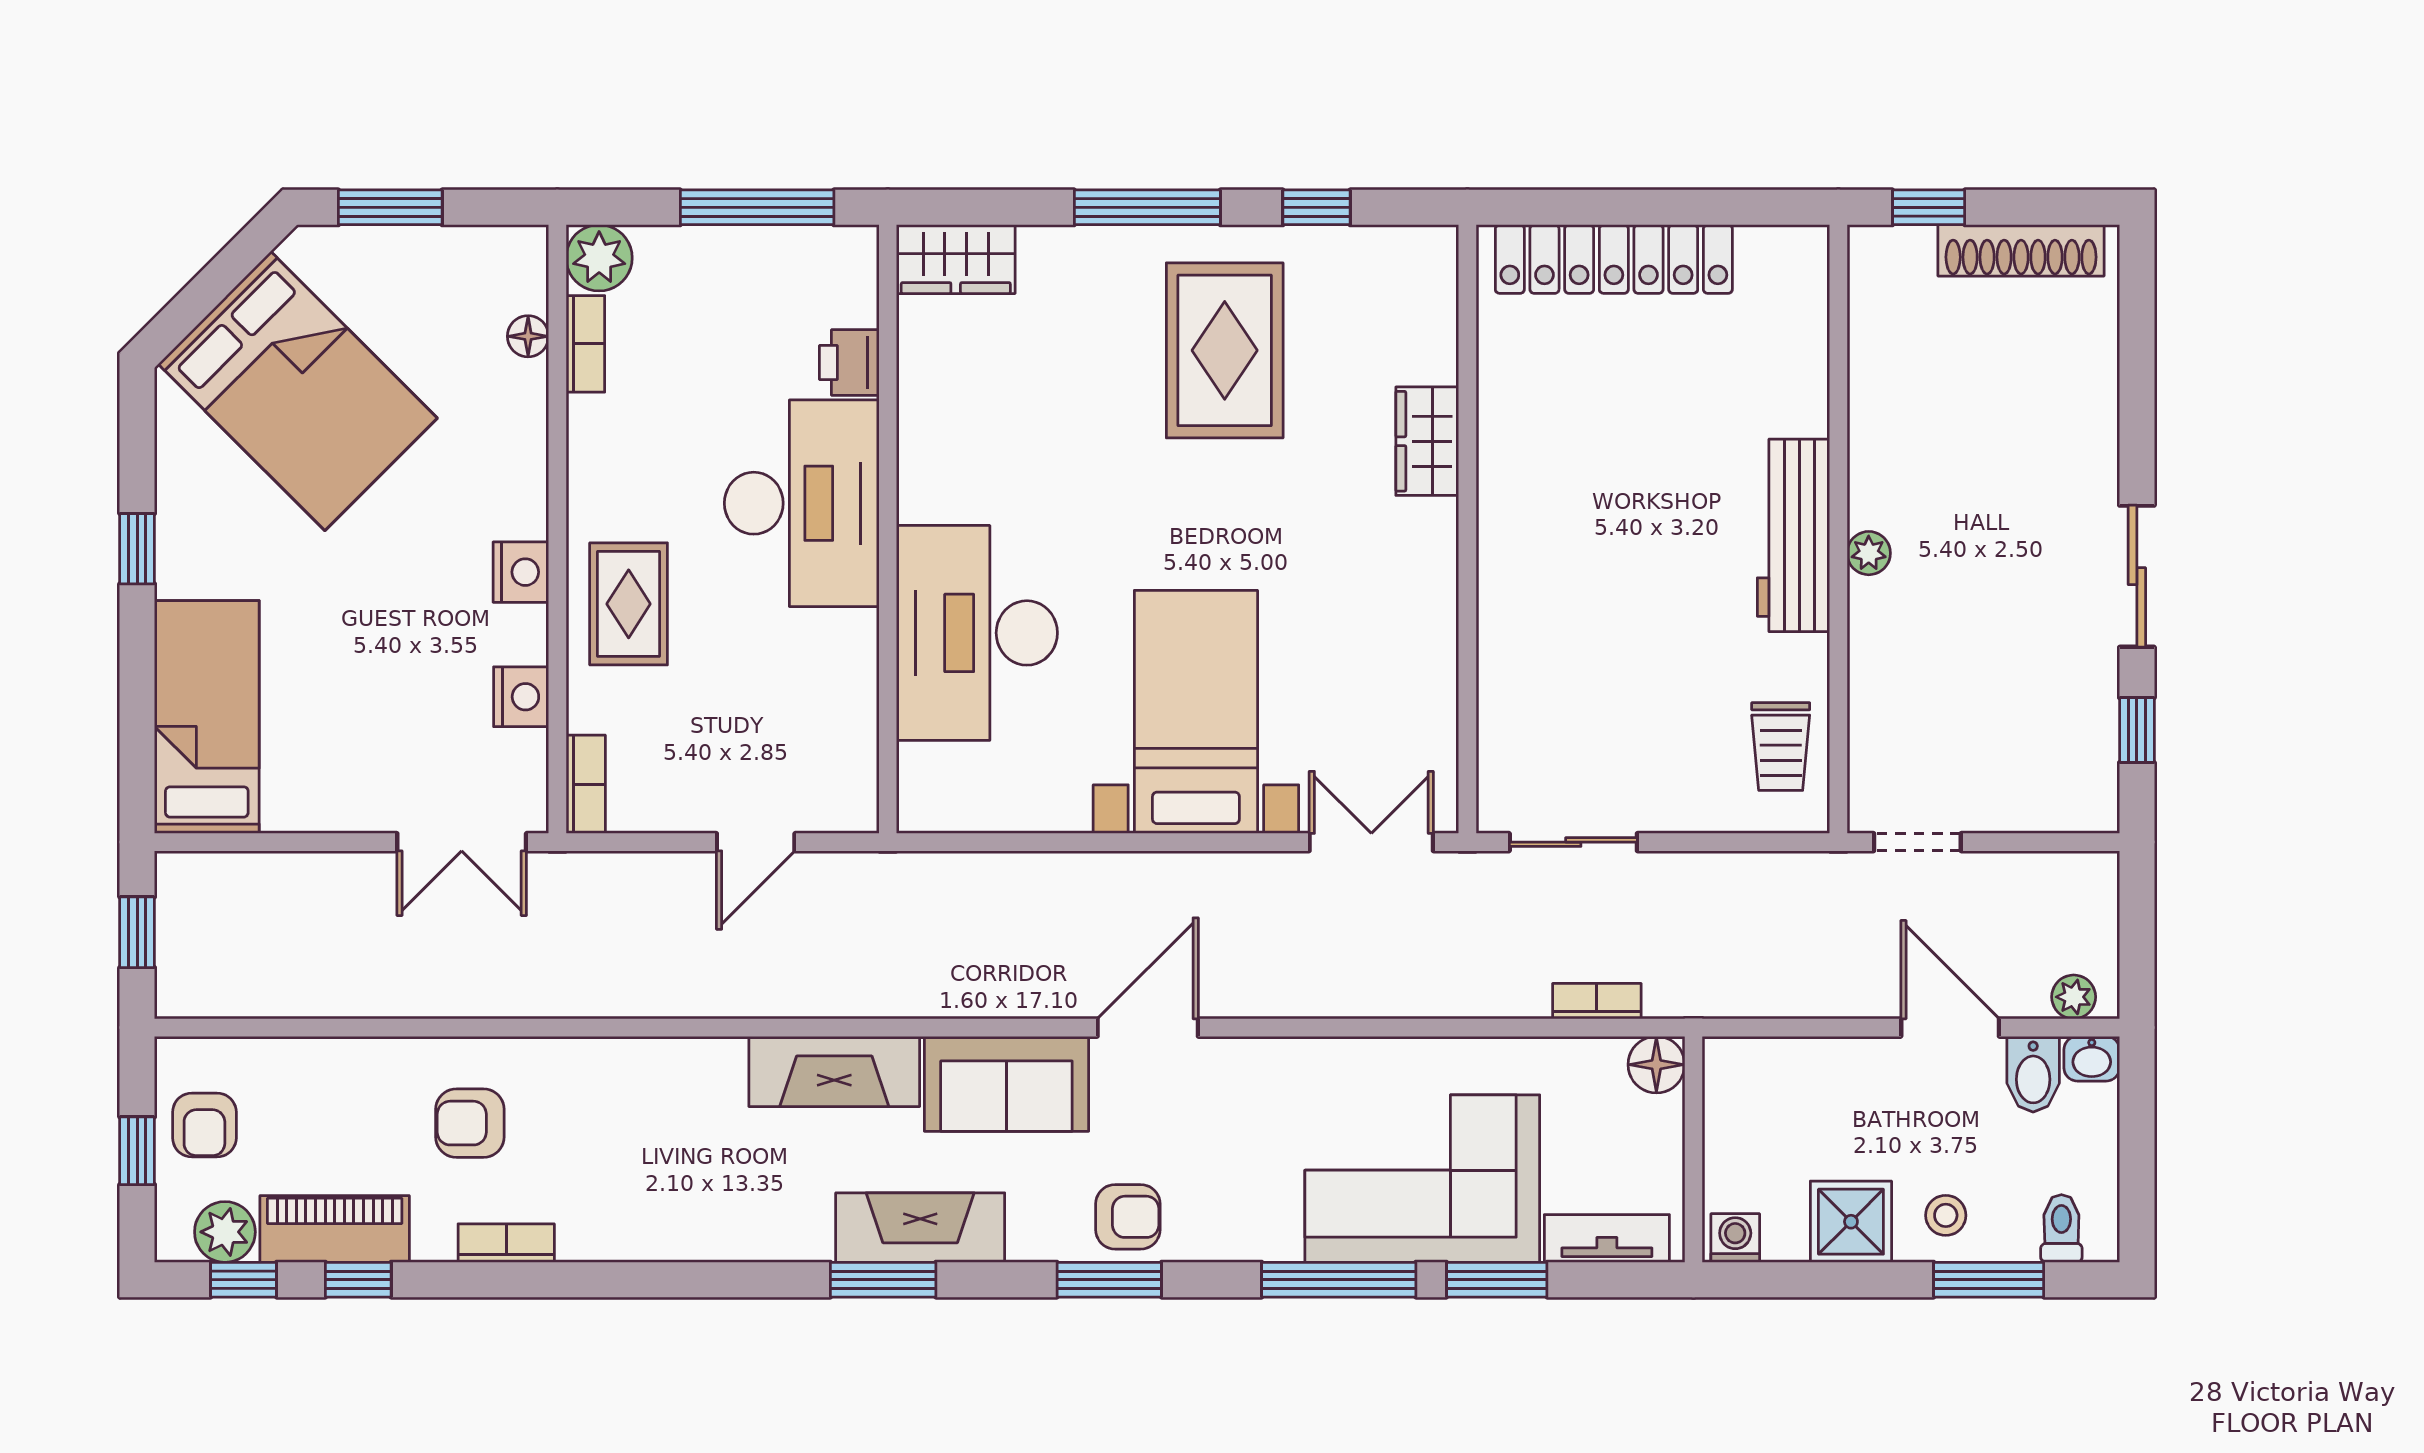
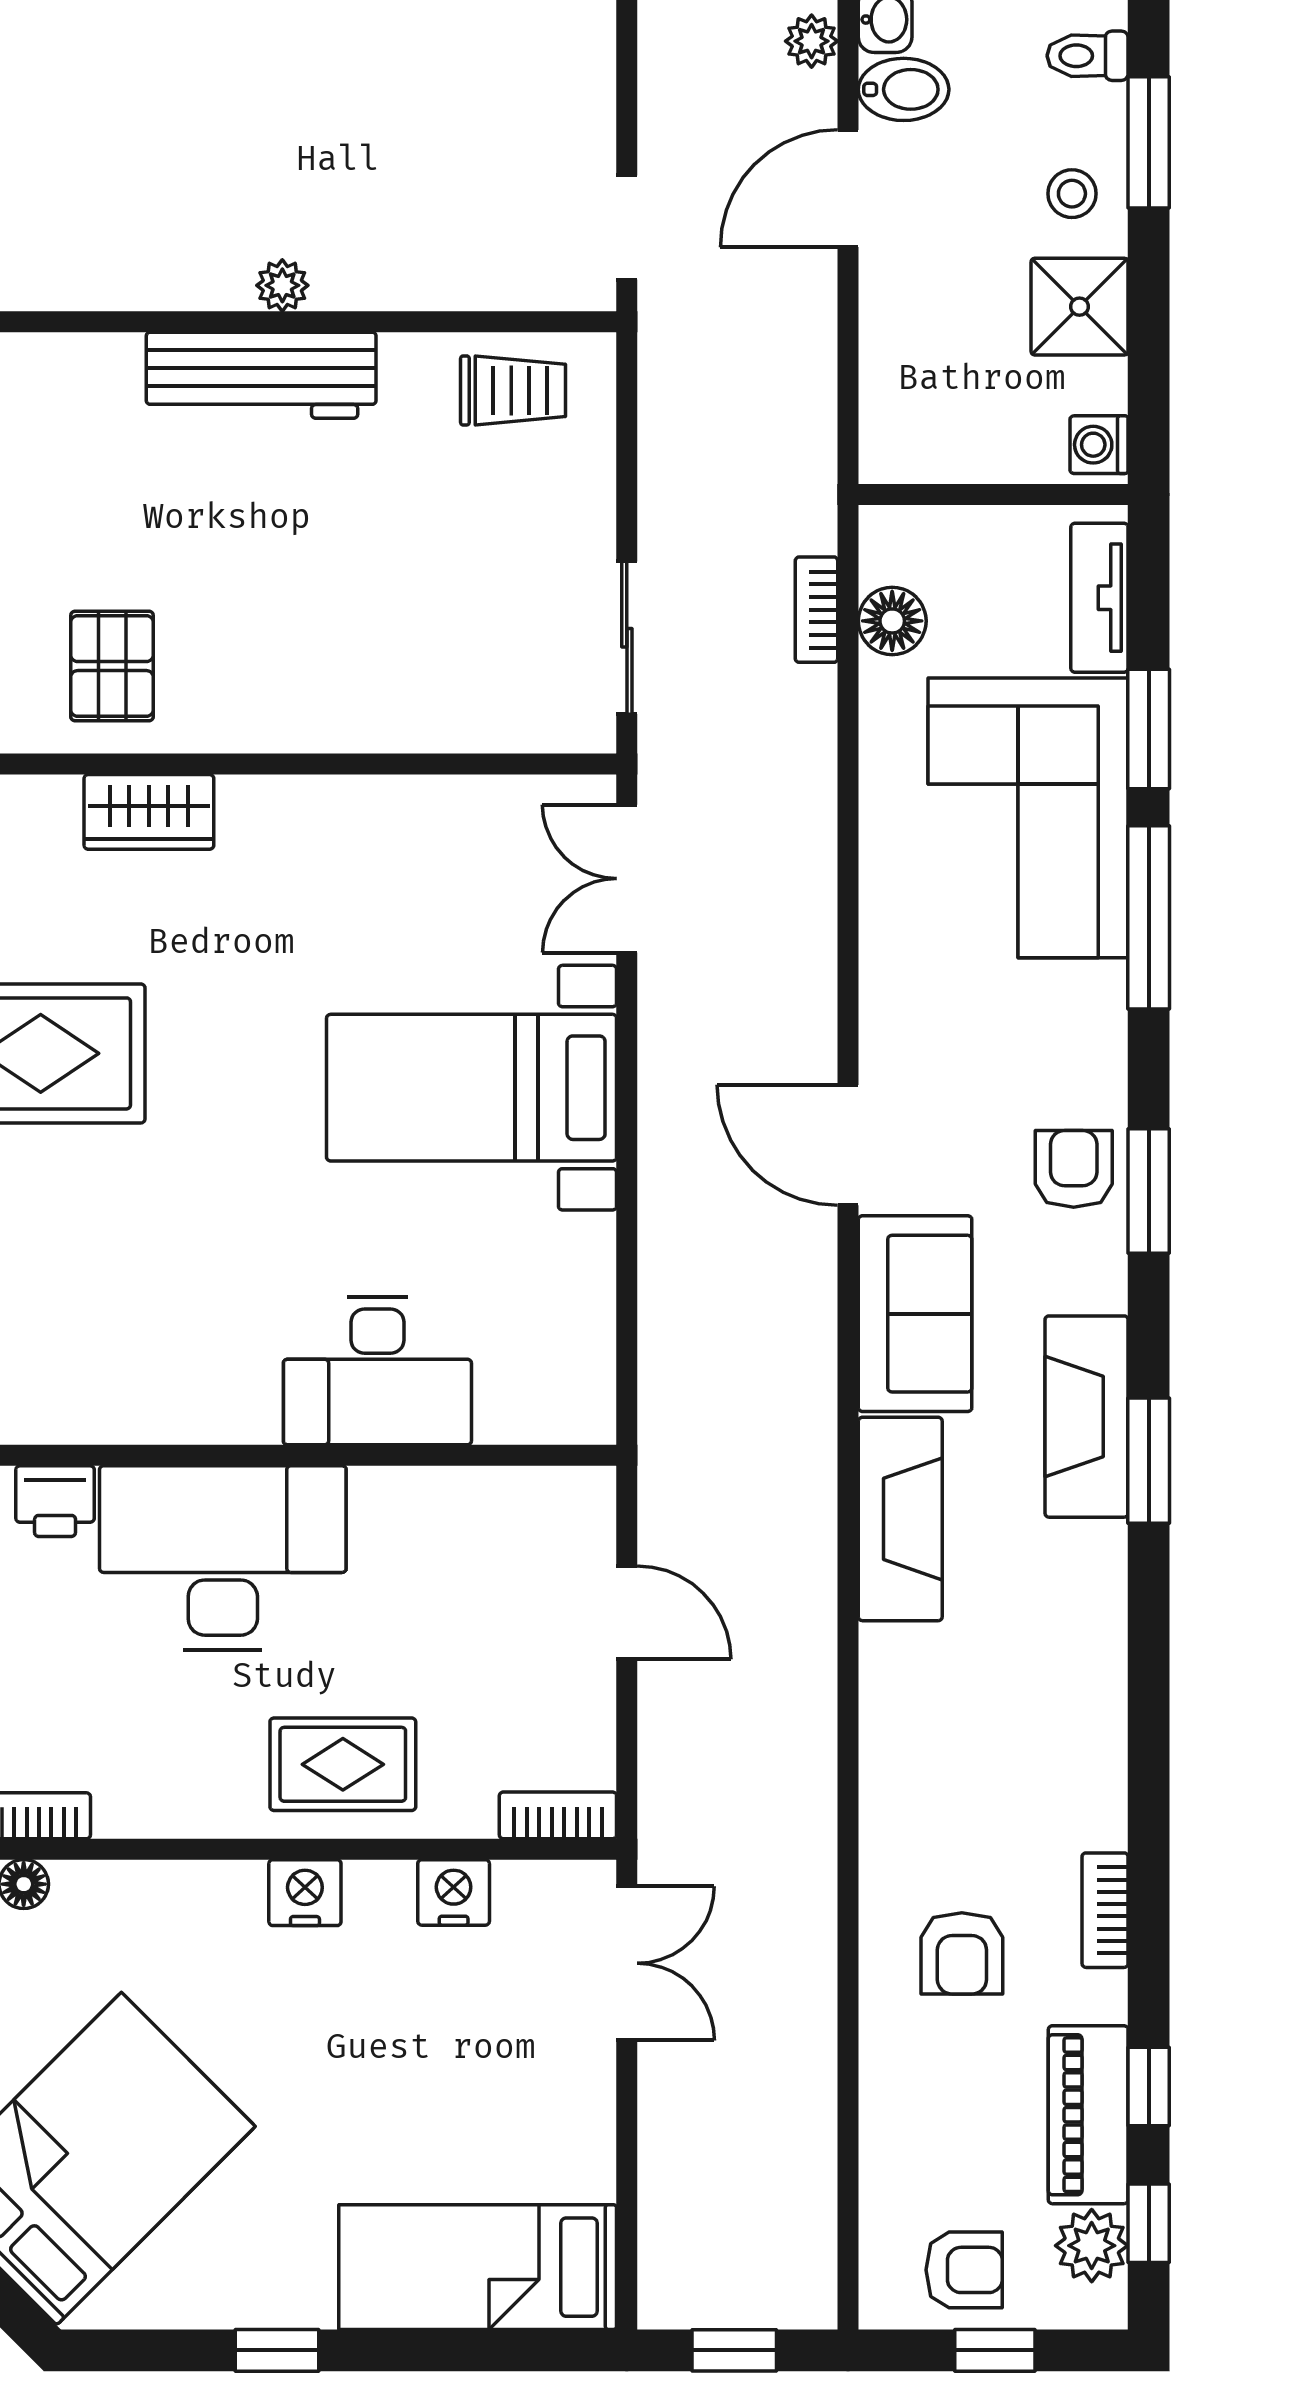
pallet: (1550, 410) -> (112, 666), added
desk: (977, 633) -> (377, 1371), width x0.73, depth x0.77
floor lamp: (1656, 1065) -> (892, 621), moved

